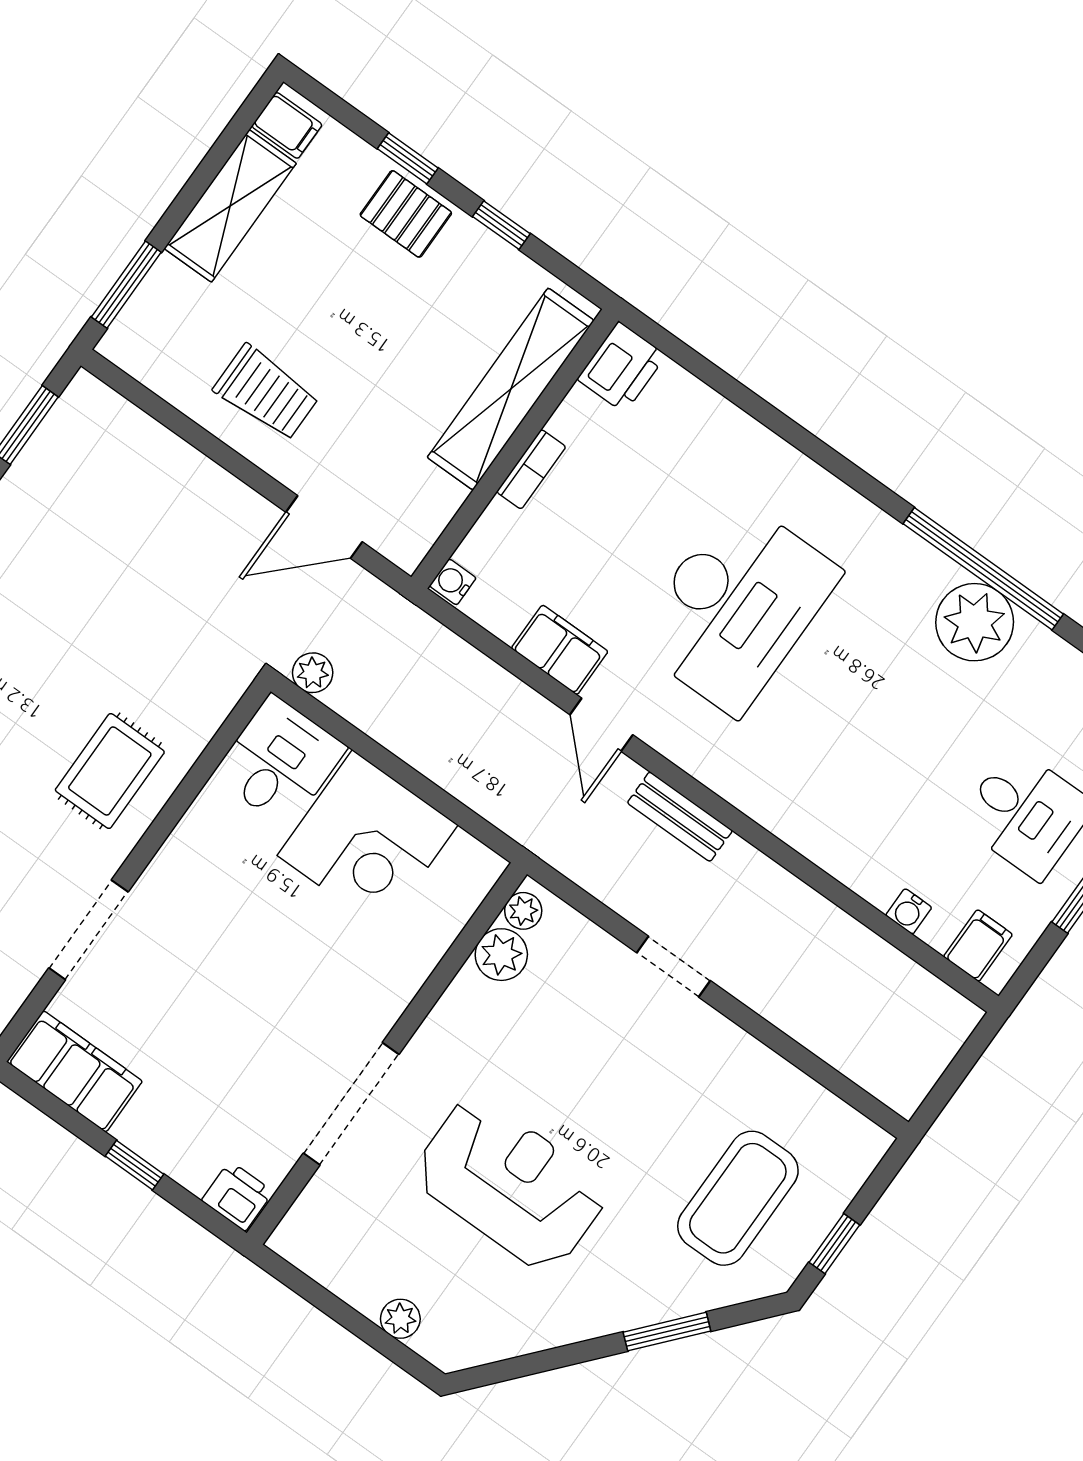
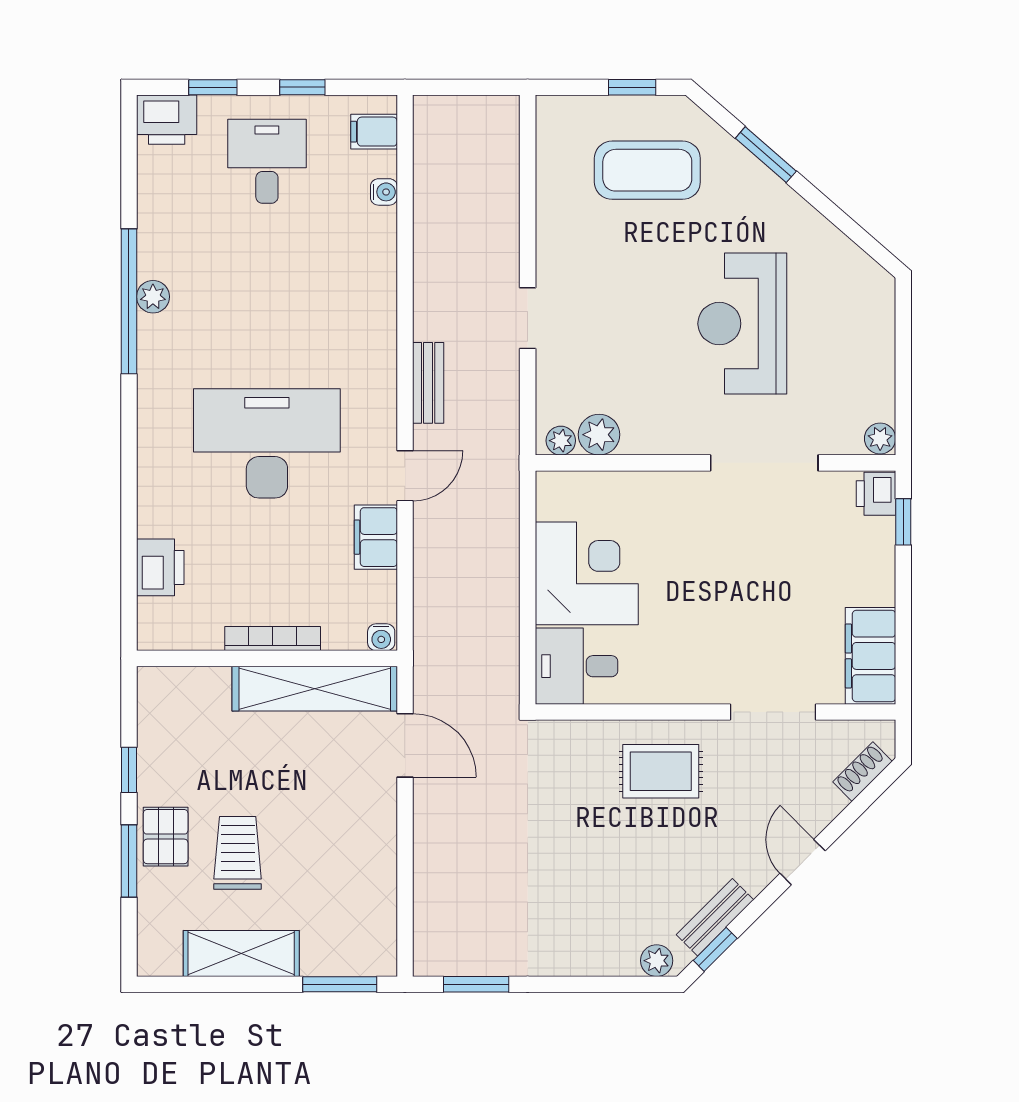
filing cabinet: (287, 125) -> (163, 954), removed
window: (408, 158) -> (129, 861), width x1.50
printer: (622, 367) -> (160, 567), moved, turned 90
shelving: (511, 389) -> (315, 689), moved
trolley: (266, 393) -> (238, 853), moved
bookcase: (531, 469) -> (273, 639), width x1.56
plant: (975, 622) -> (153, 297), width x0.53, depth x0.53
plant: (313, 673) -> (504, 686), removed
window: (134, 1165) -> (903, 522), moved
plant: (400, 1319) -> (880, 439), moved

